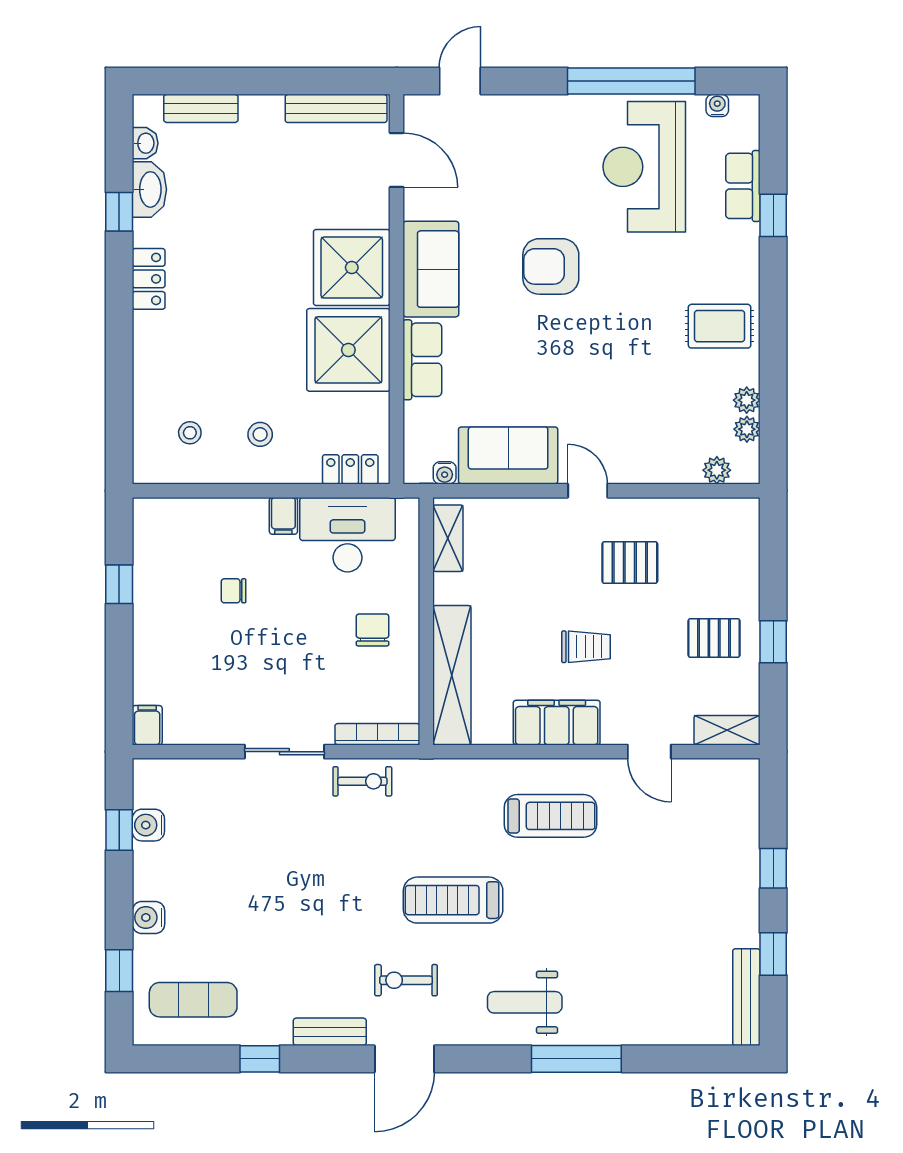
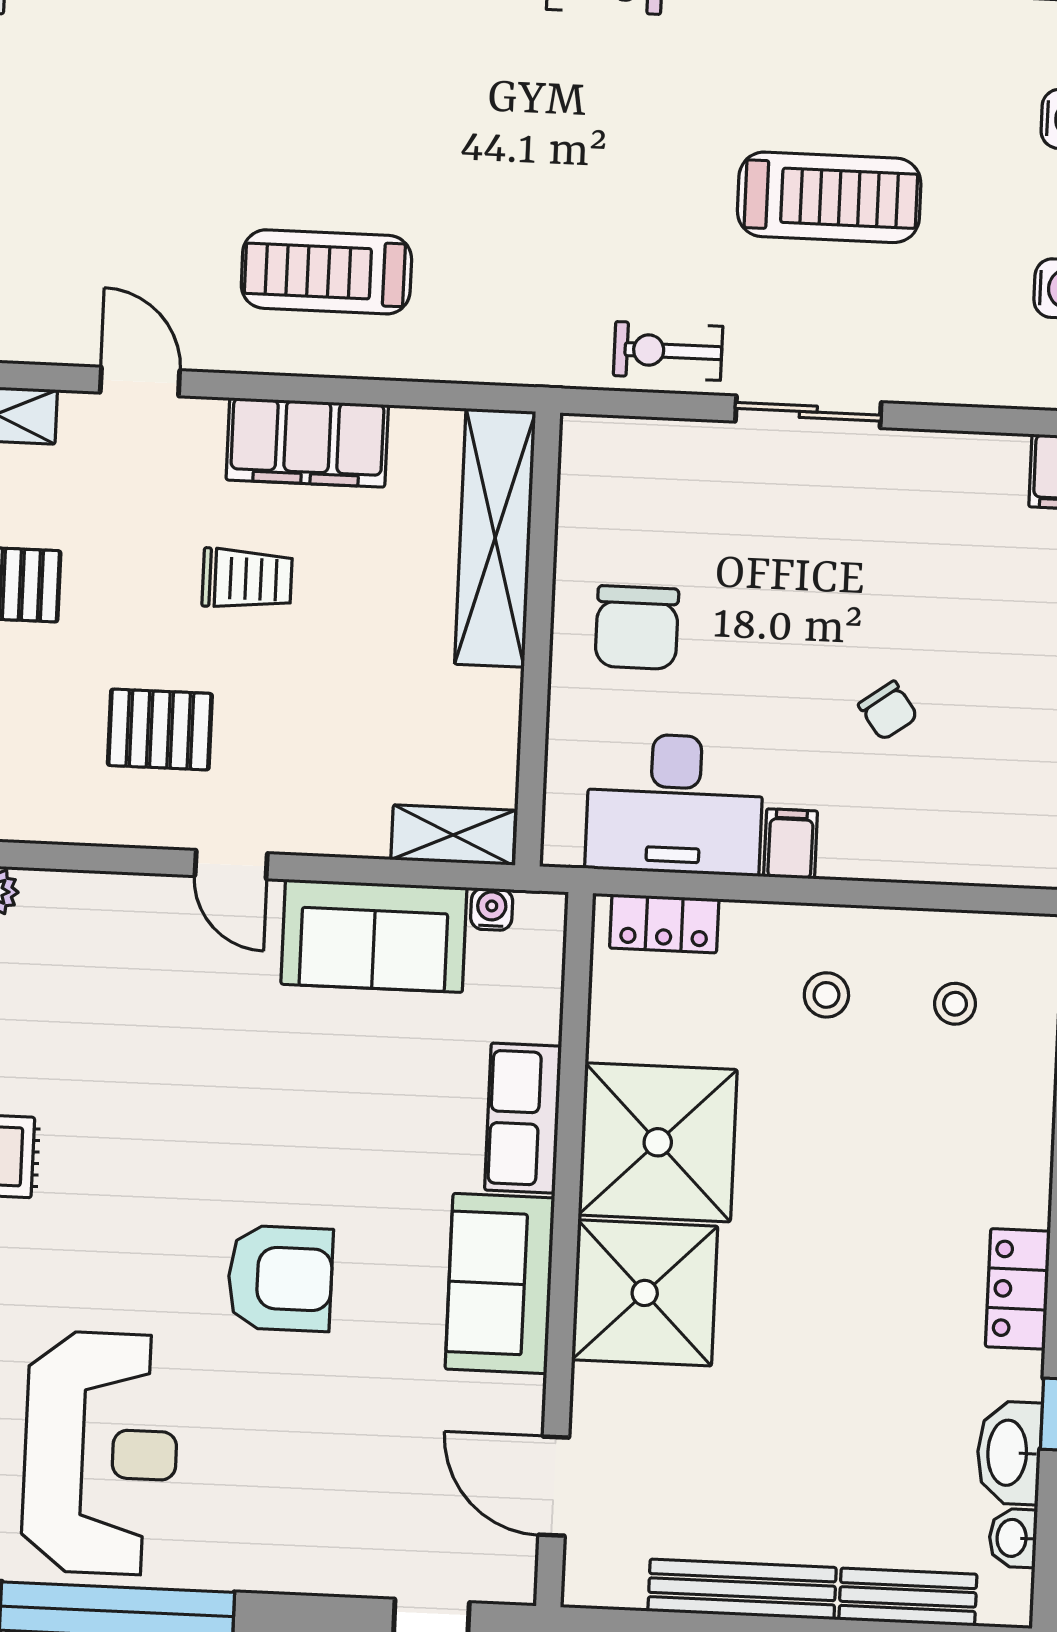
bench: (336, 108) -> (742, 1589), moved
shelving: (448, 538) -> (453, 835), moved, turned 90
chair: (234, 591) -> (888, 711), turned 54
chair: (373, 630) -> (637, 628), width x1.37, depth x1.37
trolley: (586, 647) -> (247, 579), turned 180
bookcase: (377, 734) -> (637, 436), removed
treadmill: (453, 900) -> (829, 197), moved

